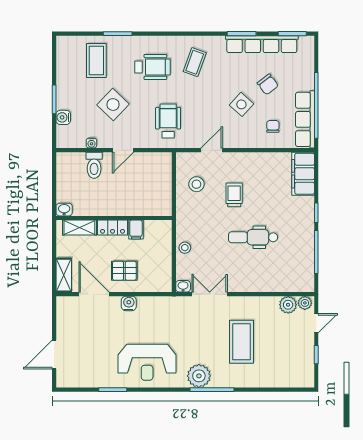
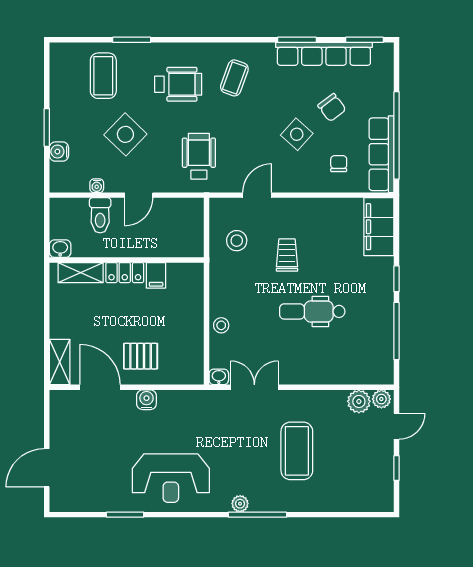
washbasin: (64, 210) -> (60, 249), moved
wall: (114, 218) -> (127, 260), moved
shelving: (79, 228) -> (81, 273), moved
locker: (113, 228) -> (125, 273), moved
filing cabinet: (136, 230) -> (156, 275), moved
plant: (199, 376) -> (240, 504), width x0.53, depth x0.53

